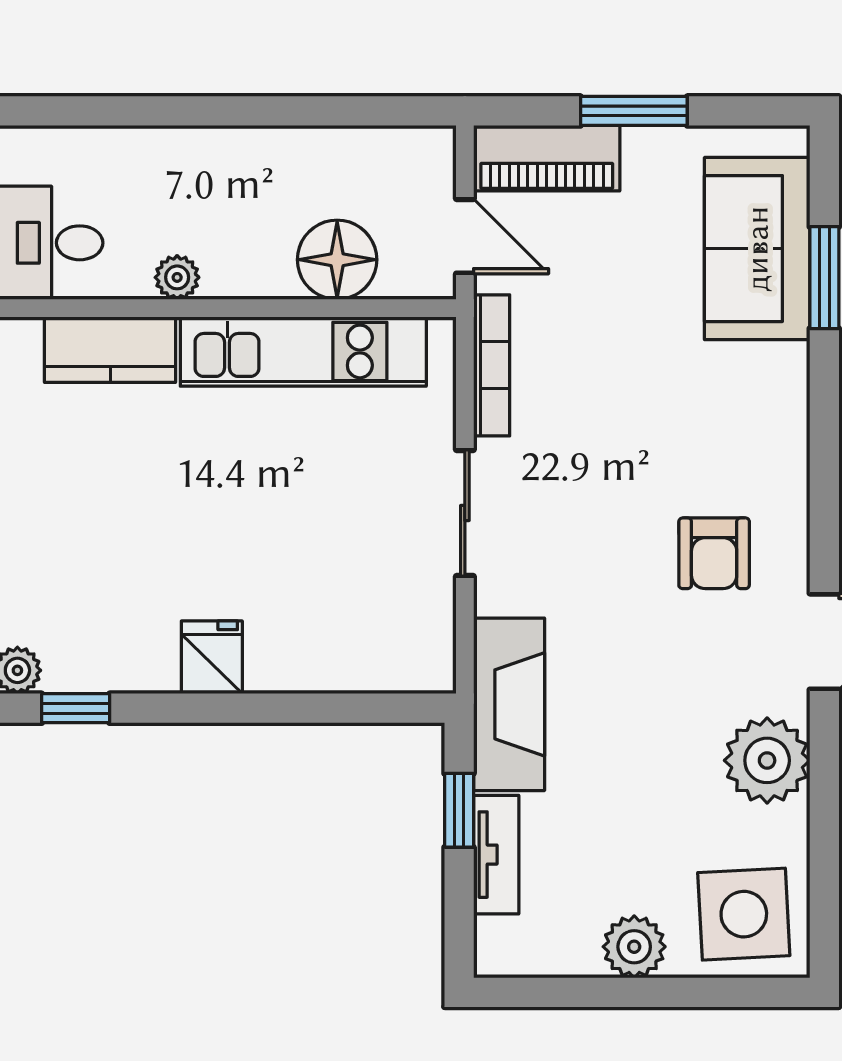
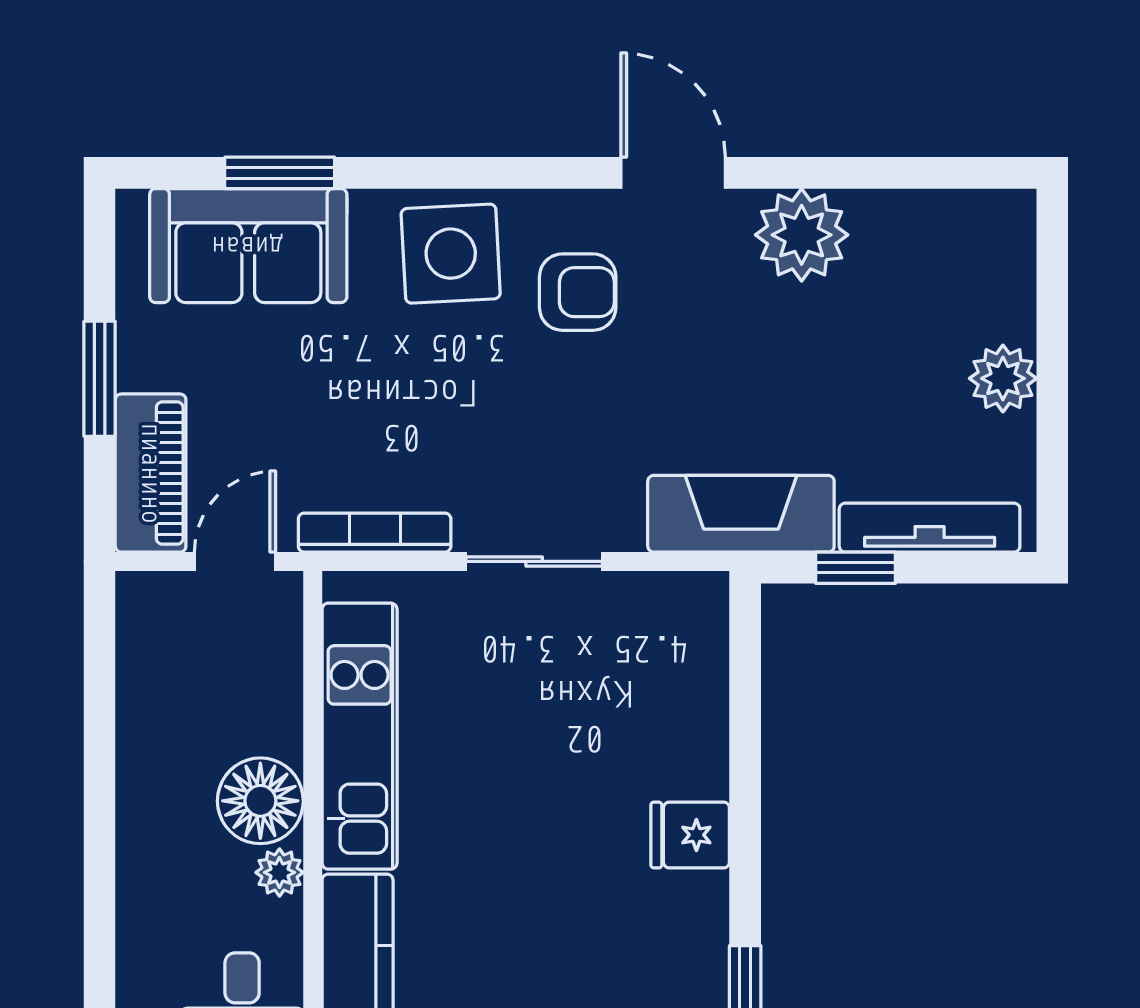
floor lamp: (337, 260) -> (260, 801), moved
tv unit: (496, 855) -> (930, 528), width x1.41
side table: (744, 914) -> (451, 254), moved

